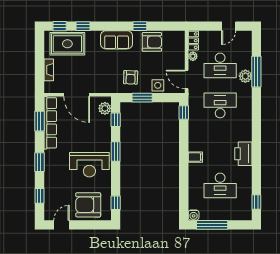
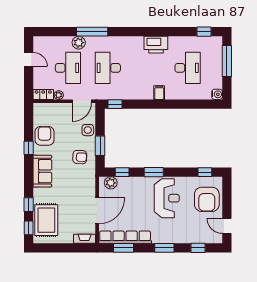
fireplace: (49, 70) -> (85, 239), moved
window: (256, 72) -> (92, 32), moved
window: (212, 225) -> (227, 61), moved

